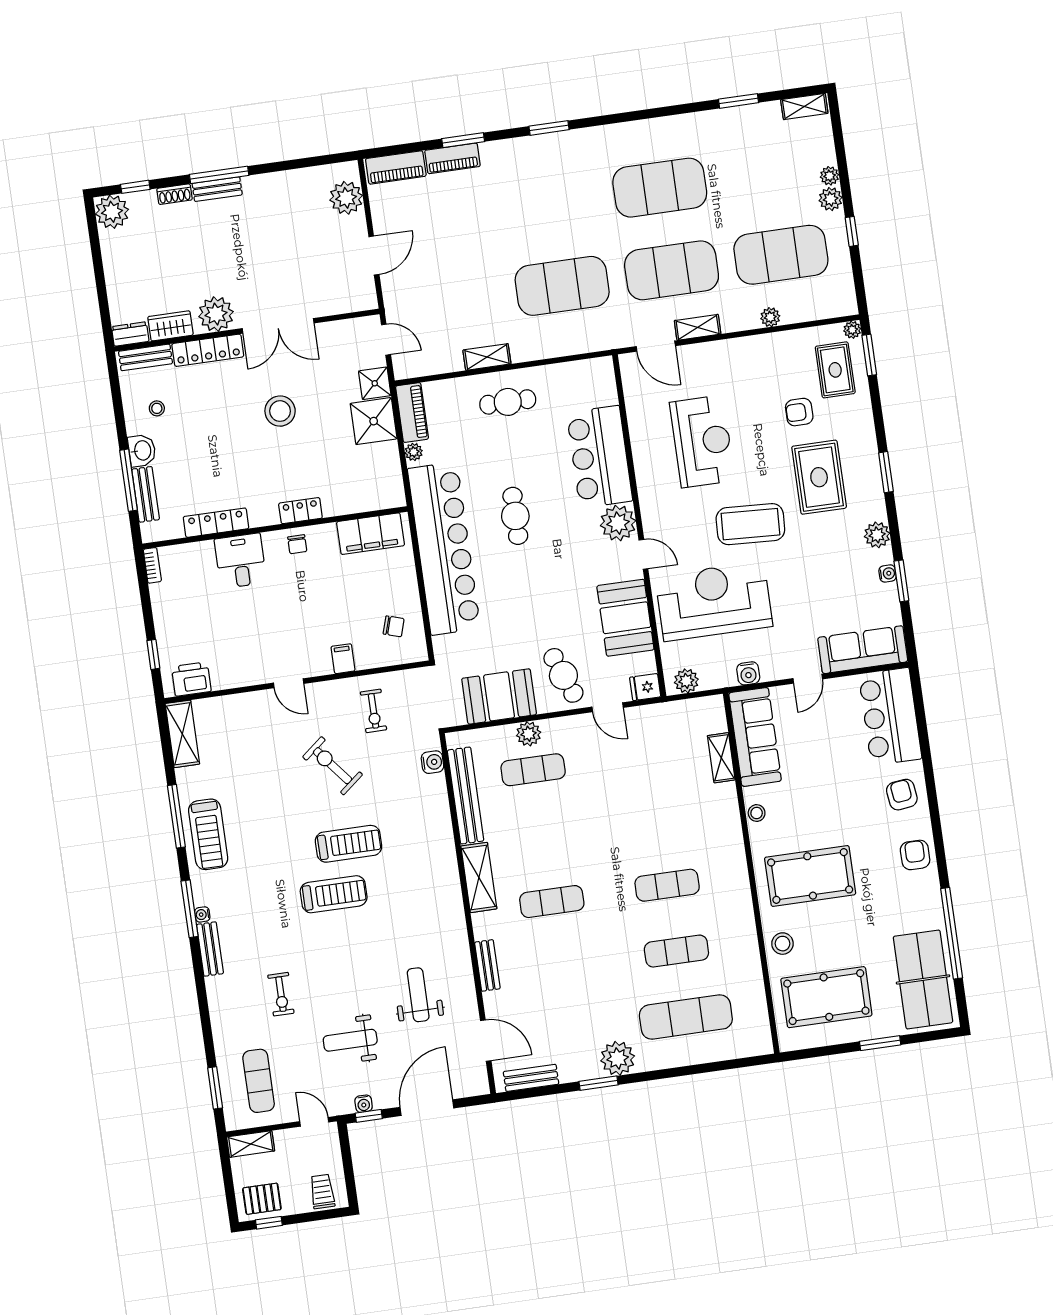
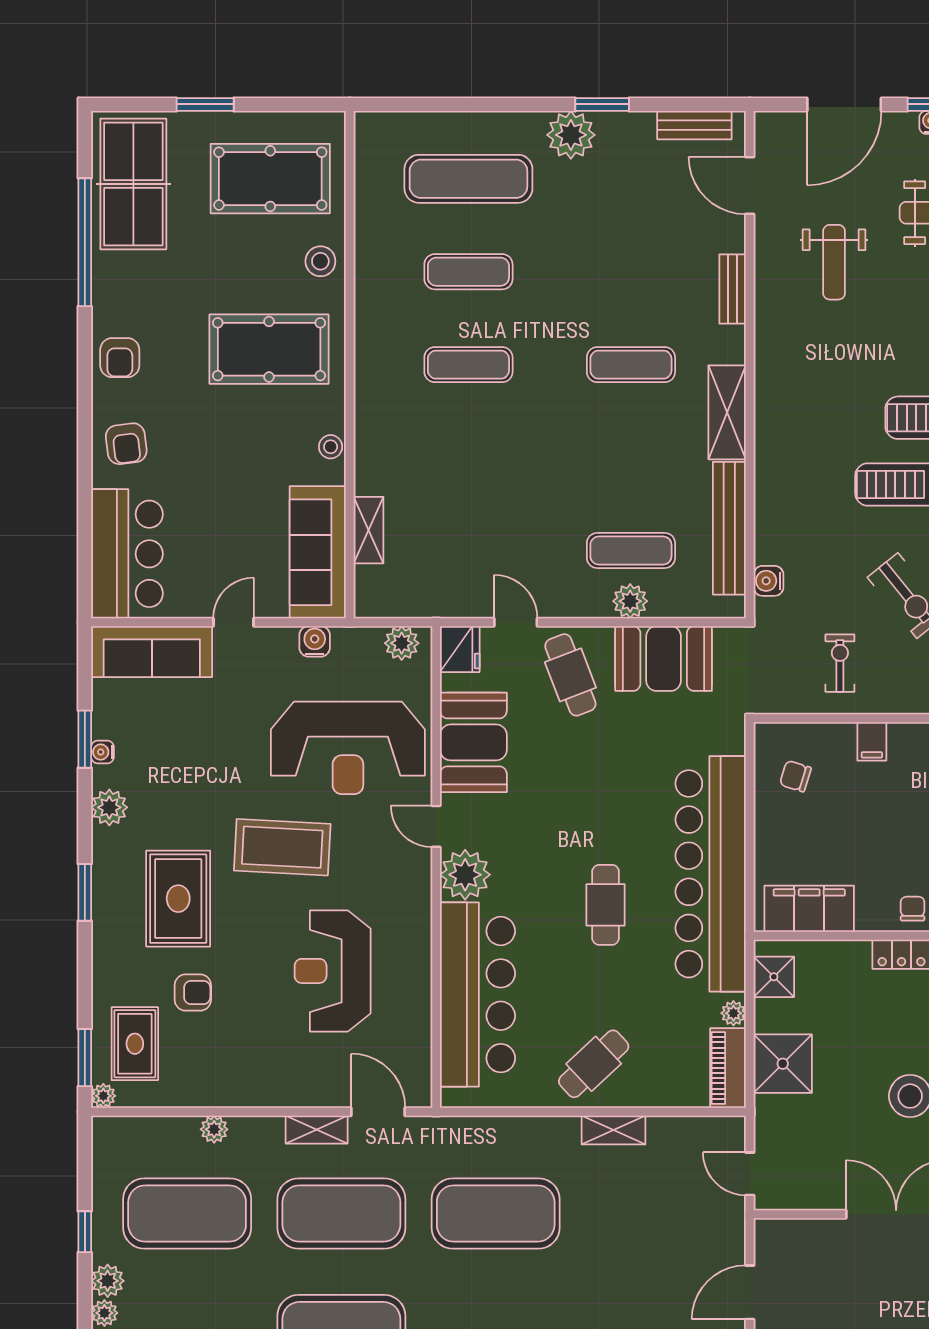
shower: (375, 383) -> (774, 977), moved
cafe table: (508, 402) -> (594, 1064), turned -43
bar counter: (600, 457) -> (477, 995), width x1.36
fridge: (645, 687) -> (460, 649), width x1.38

